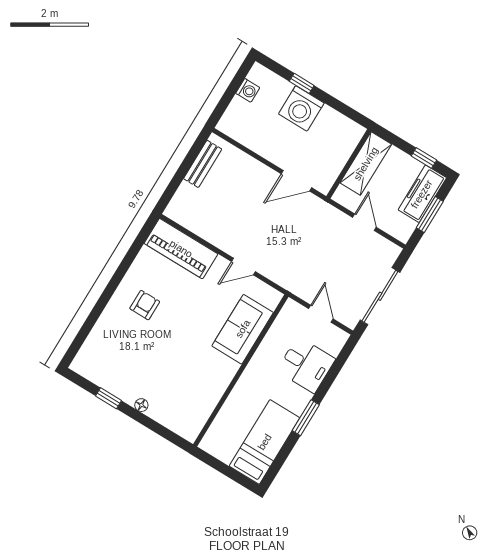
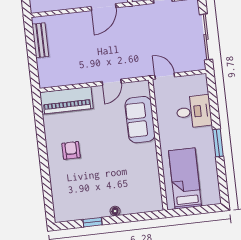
door: (321, 314) -> (165, 76), moved
bed: (265, 442) -> (185, 178), moved

